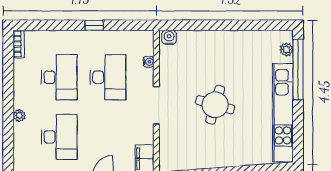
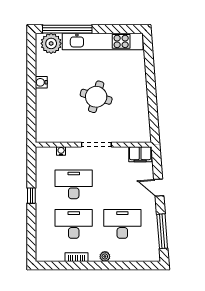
water cooler: (169, 37) -> (41, 82), moved
bookcase: (19, 44) -> (77, 257), moved
plant: (286, 50) -> (51, 43), width x1.88, depth x1.88

